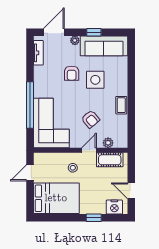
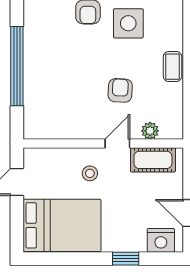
armchair: (91, 119) -> (120, 90), turned -137
corner sofa: (51, 123) -> (53, 97), removed

